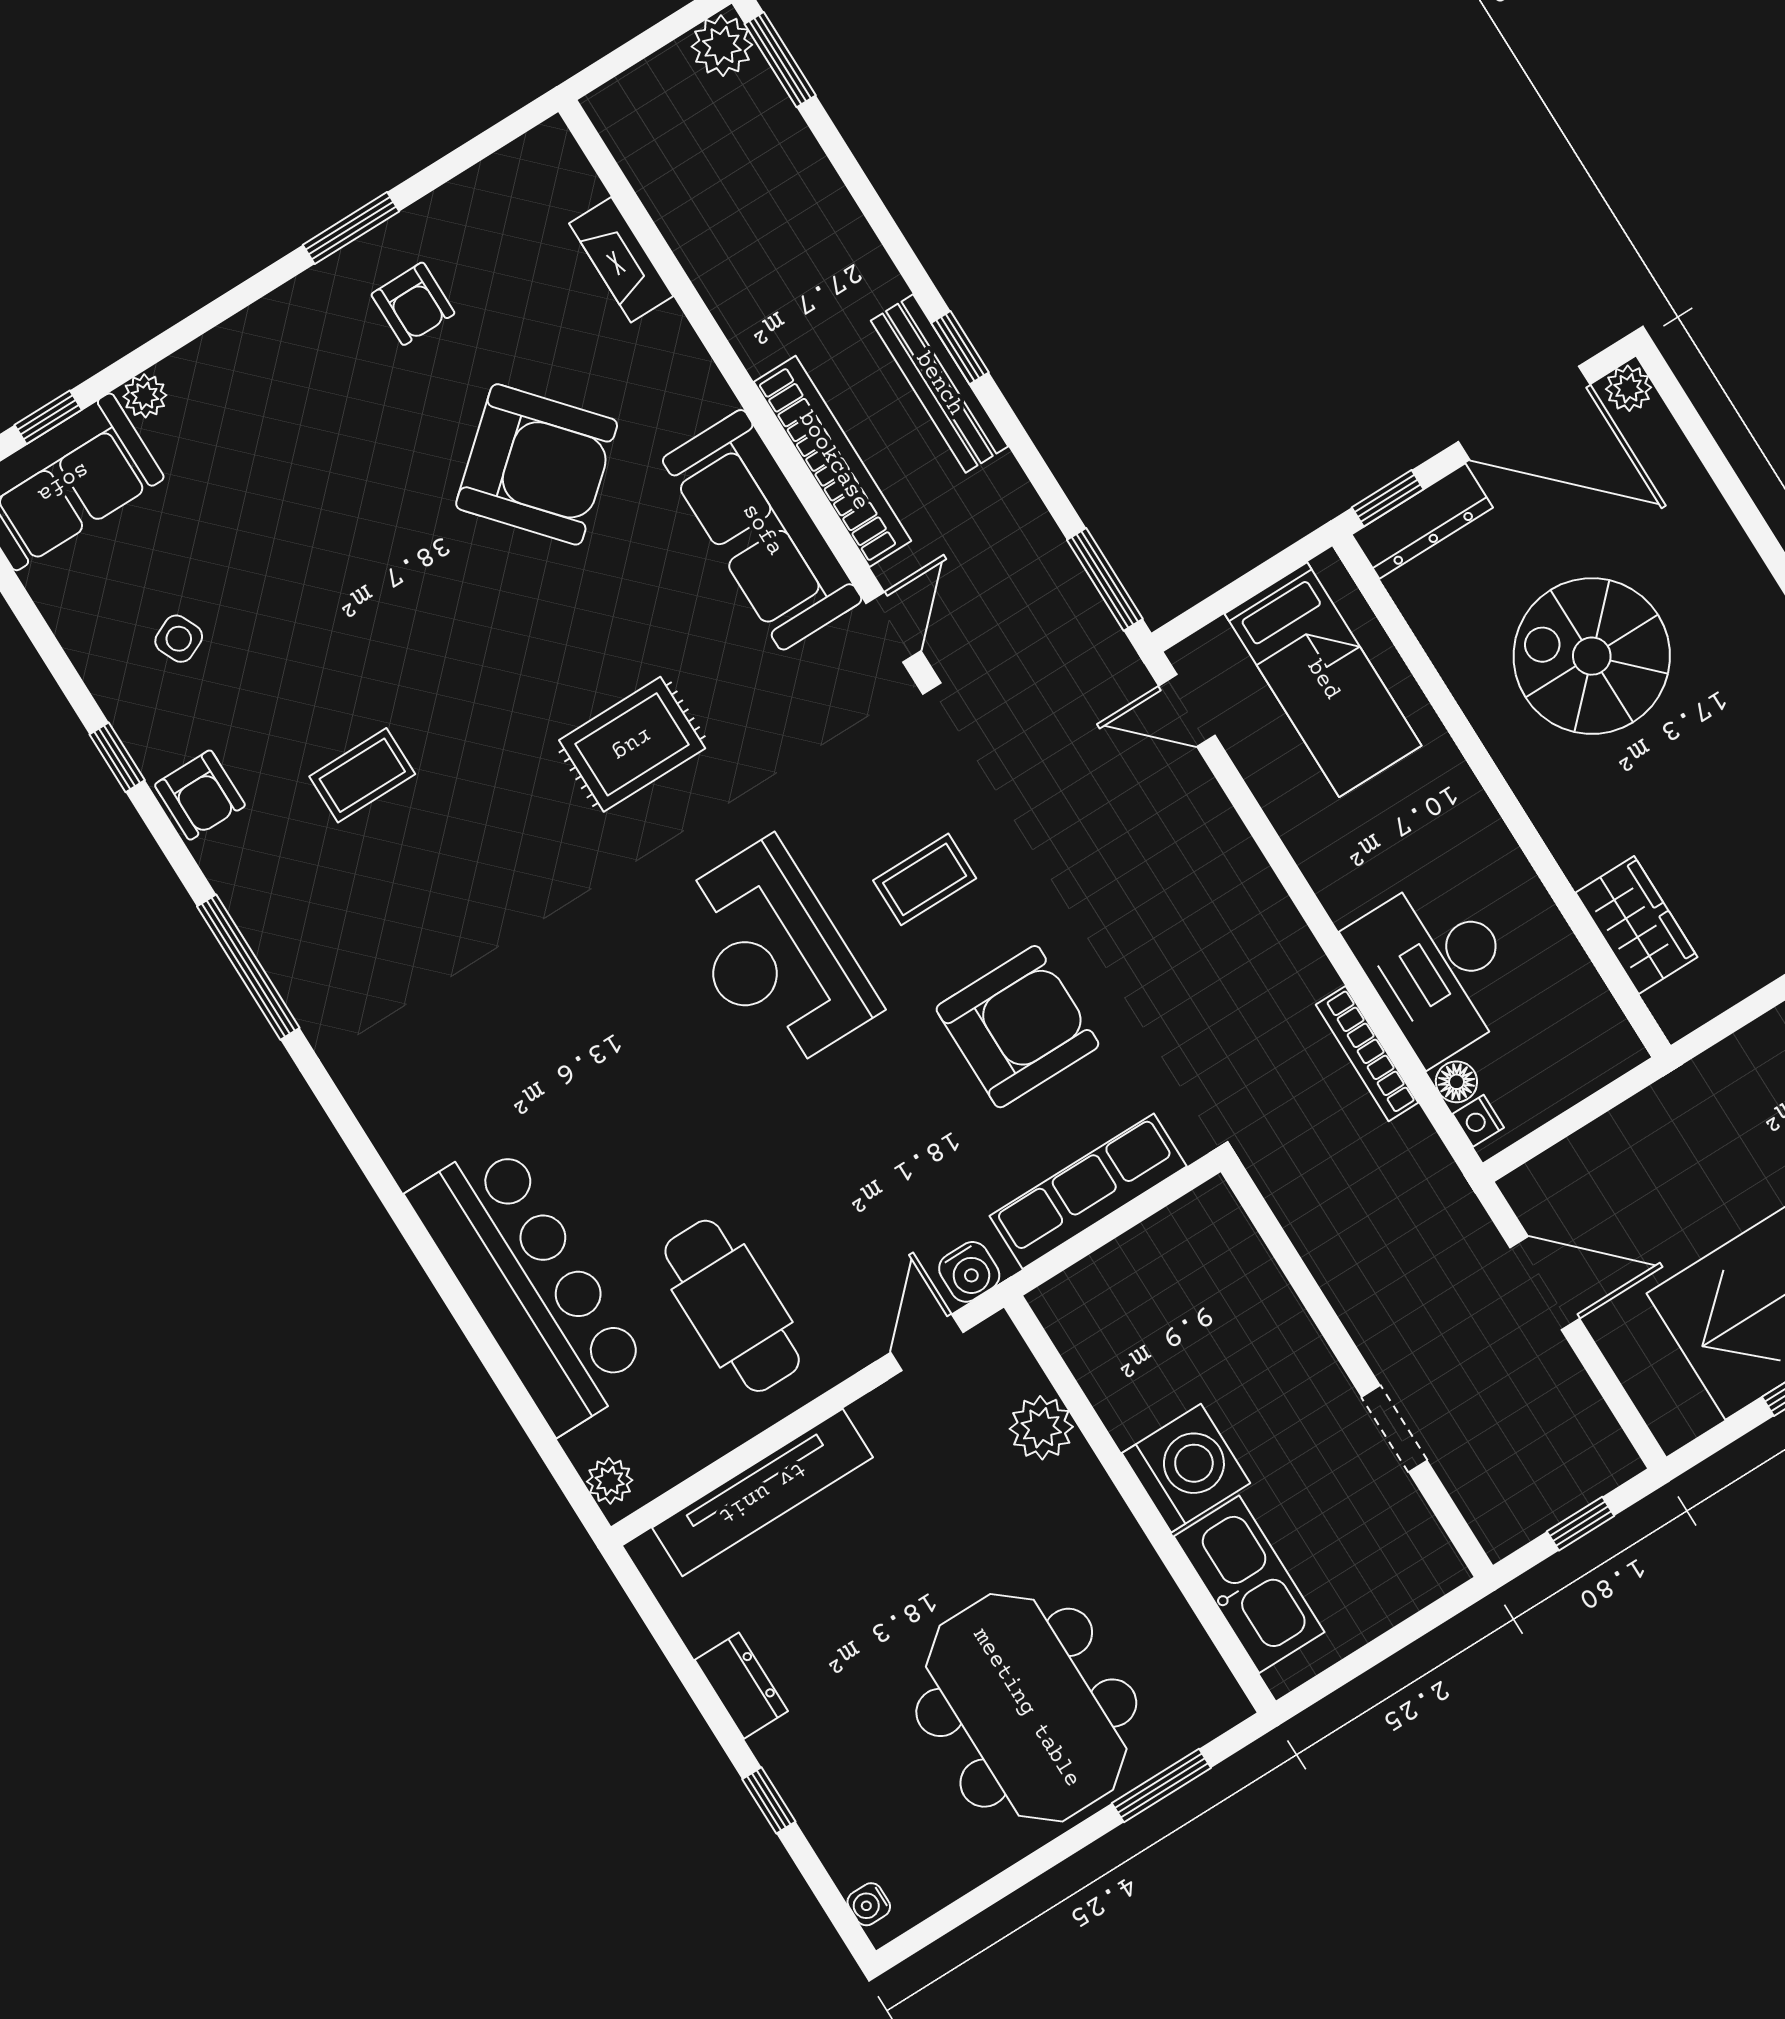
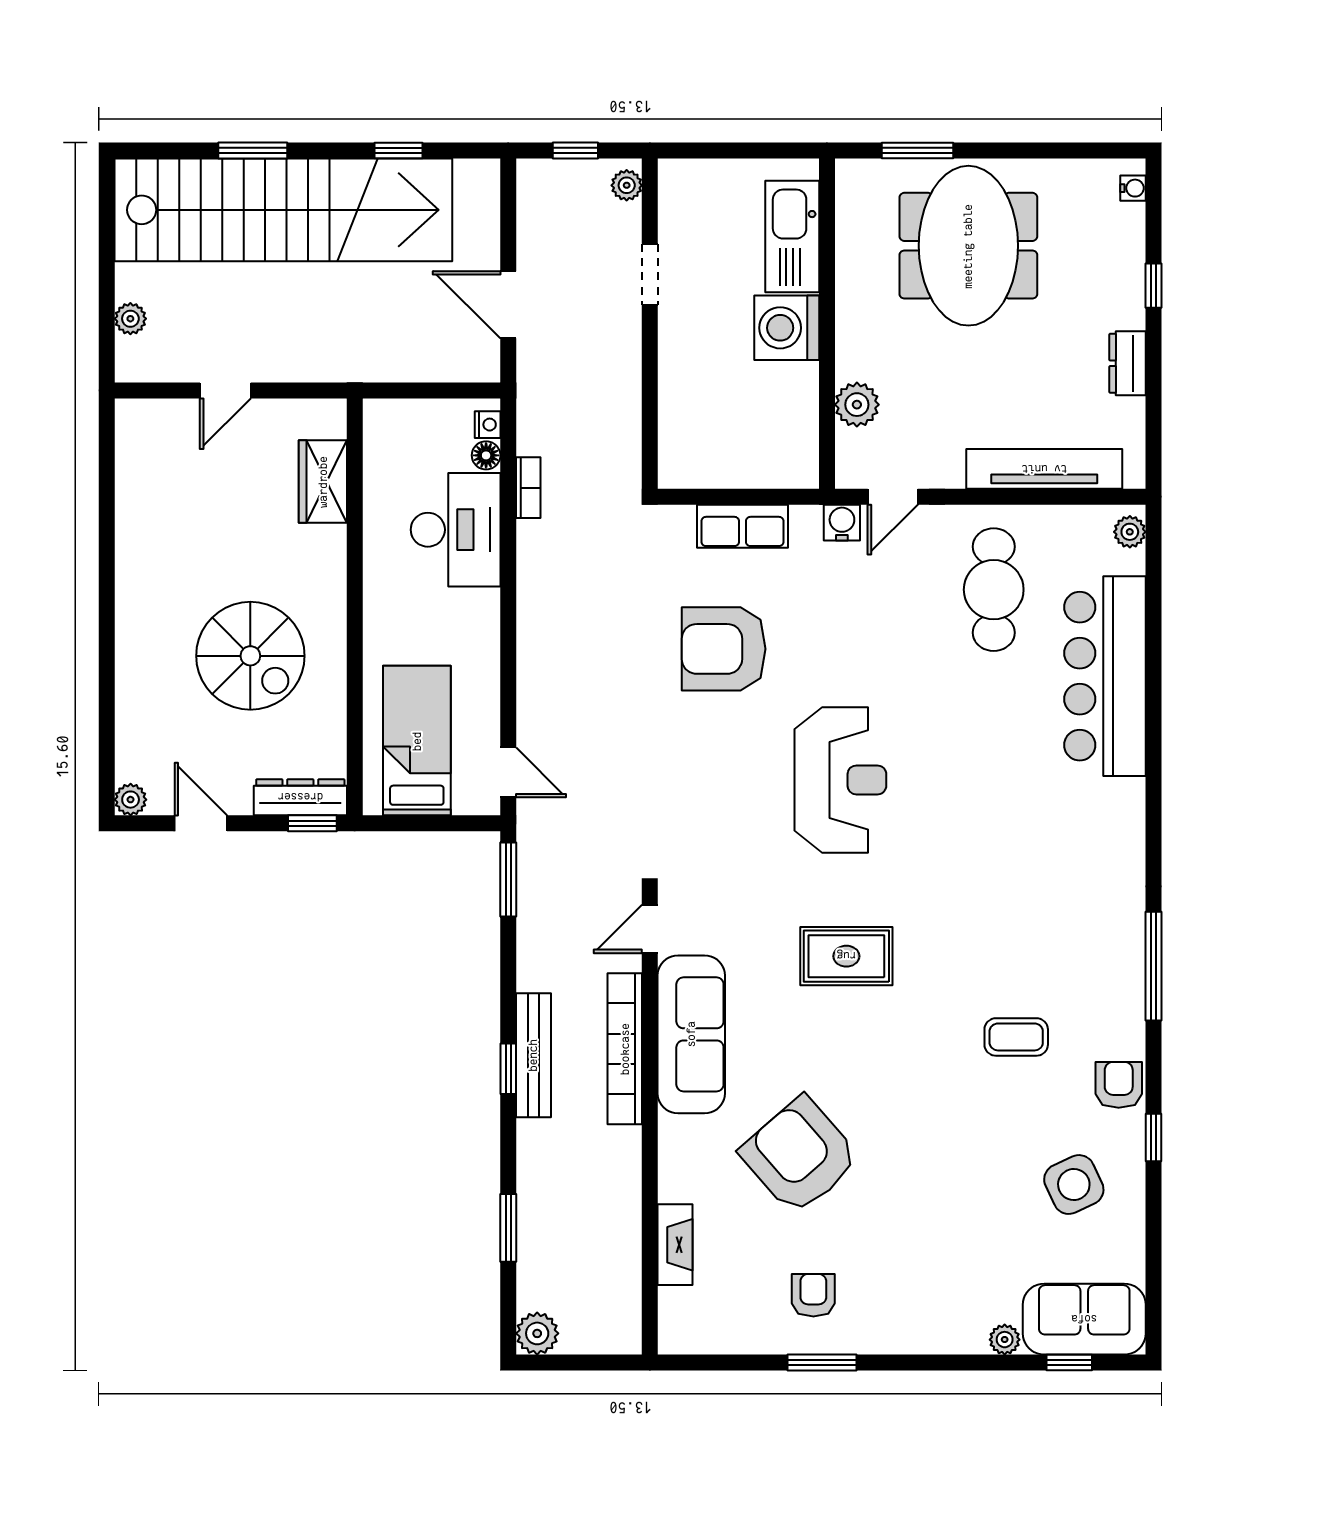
window: (780, 60) -> (508, 1228), moved
door: (1524, 413) -> (201, 823), width x0.53
side table: (179, 639) -> (1074, 1185), width x1.87, depth x1.87
coffee table: (925, 879) -> (724, 769), removed
bookcase: (1367, 1054) -> (528, 488), width x0.64
row of seats: (1088, 1191) -> (742, 526), width x0.68
plant: (1491, 1520) -> (627, 185), added

